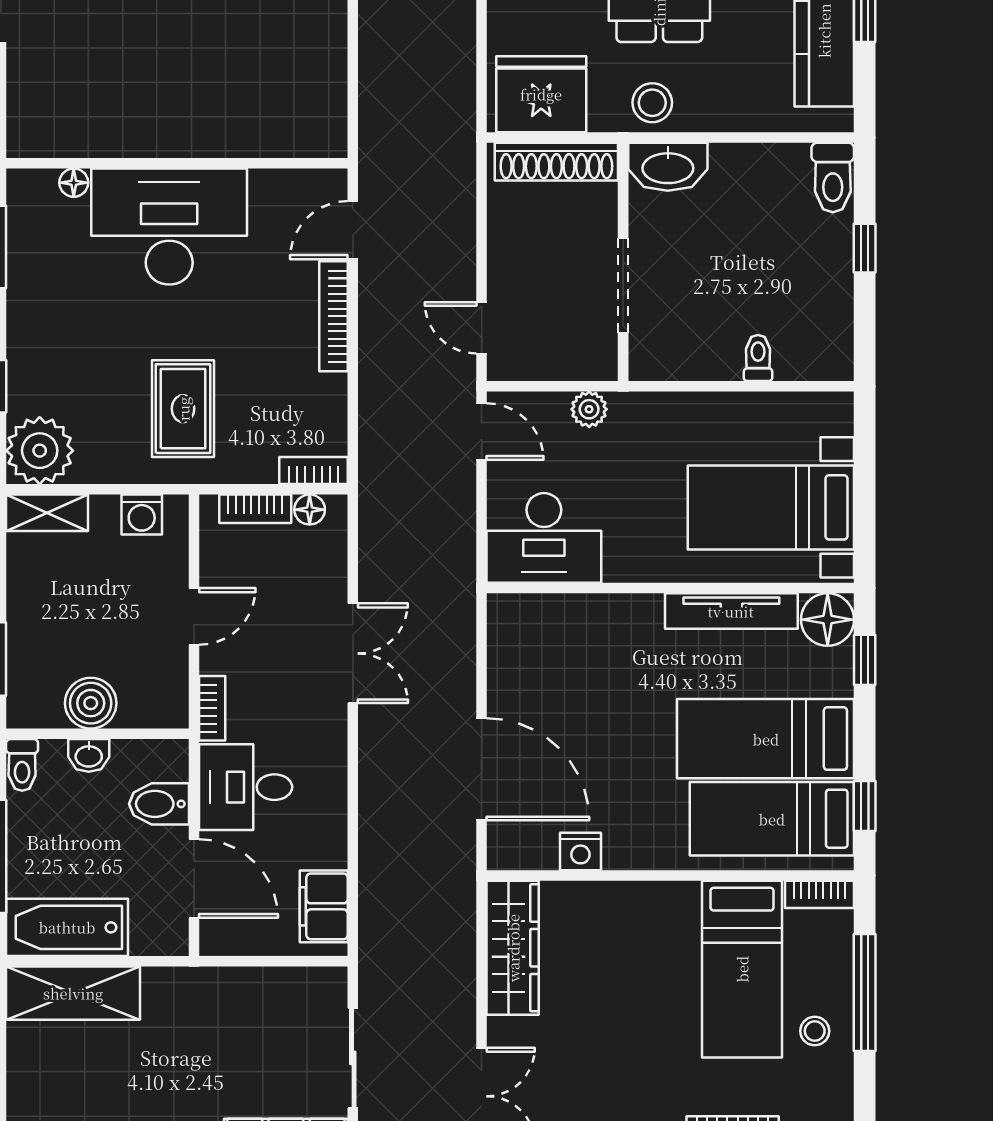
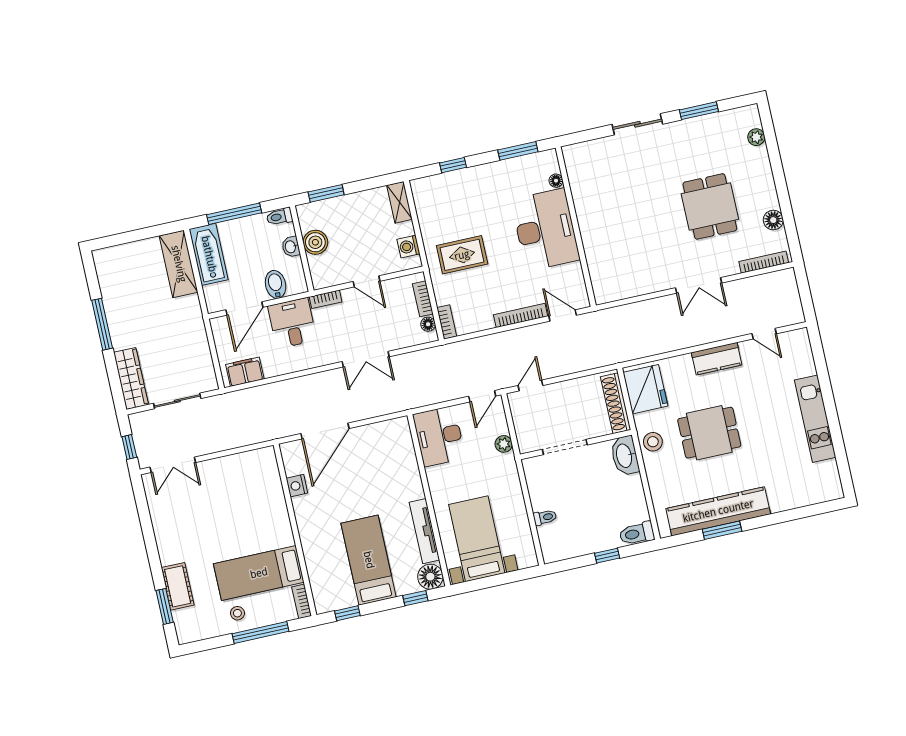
plant: (40, 451) -> (428, 192), removed
bed: (772, 819) -> (332, 571), removed
wardrobe: (513, 948) -> (245, 464), removed

